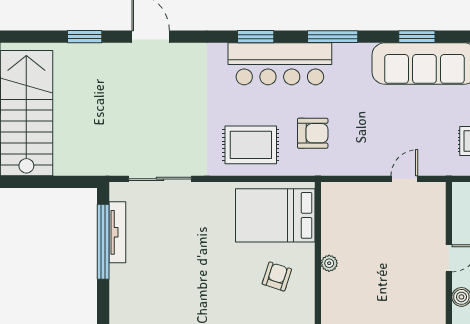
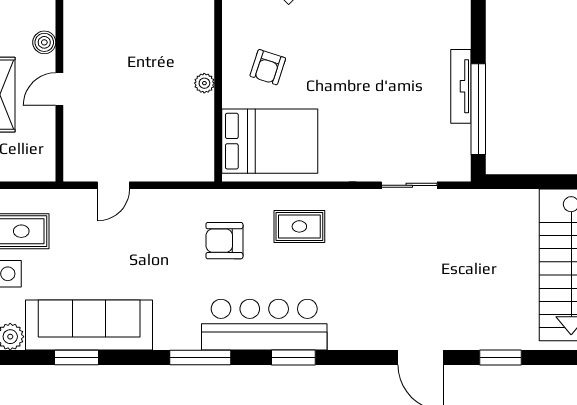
window: (417, 37) -> (77, 357), moved
rug: (251, 145) -> (299, 226), width x0.73, depth x0.70
sliding door: (160, 179) -> (409, 185), width x0.73
tv unit: (117, 232) -> (461, 86), moved

